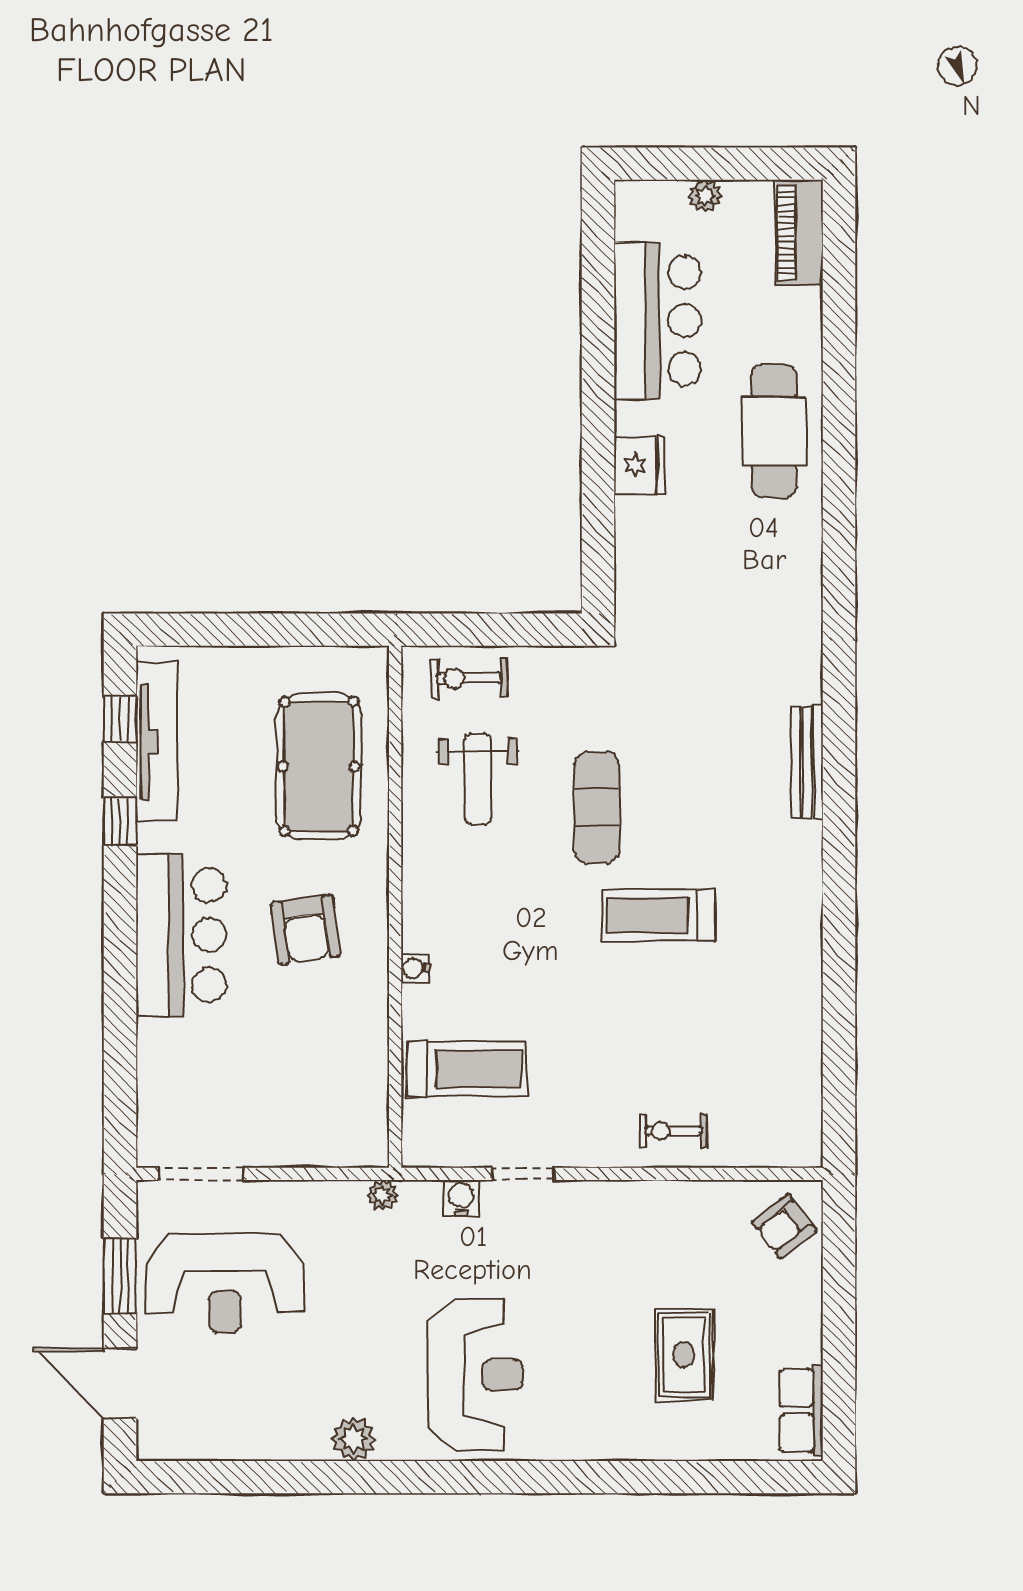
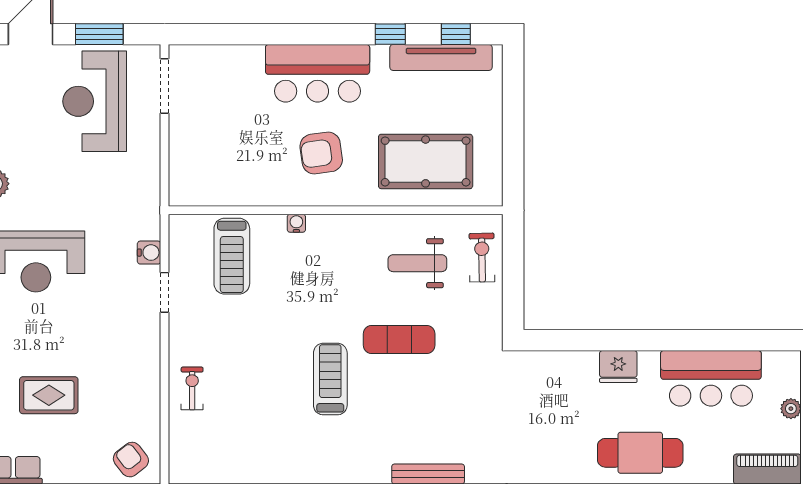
plant: (383, 1195) -> (151, 202), removed

